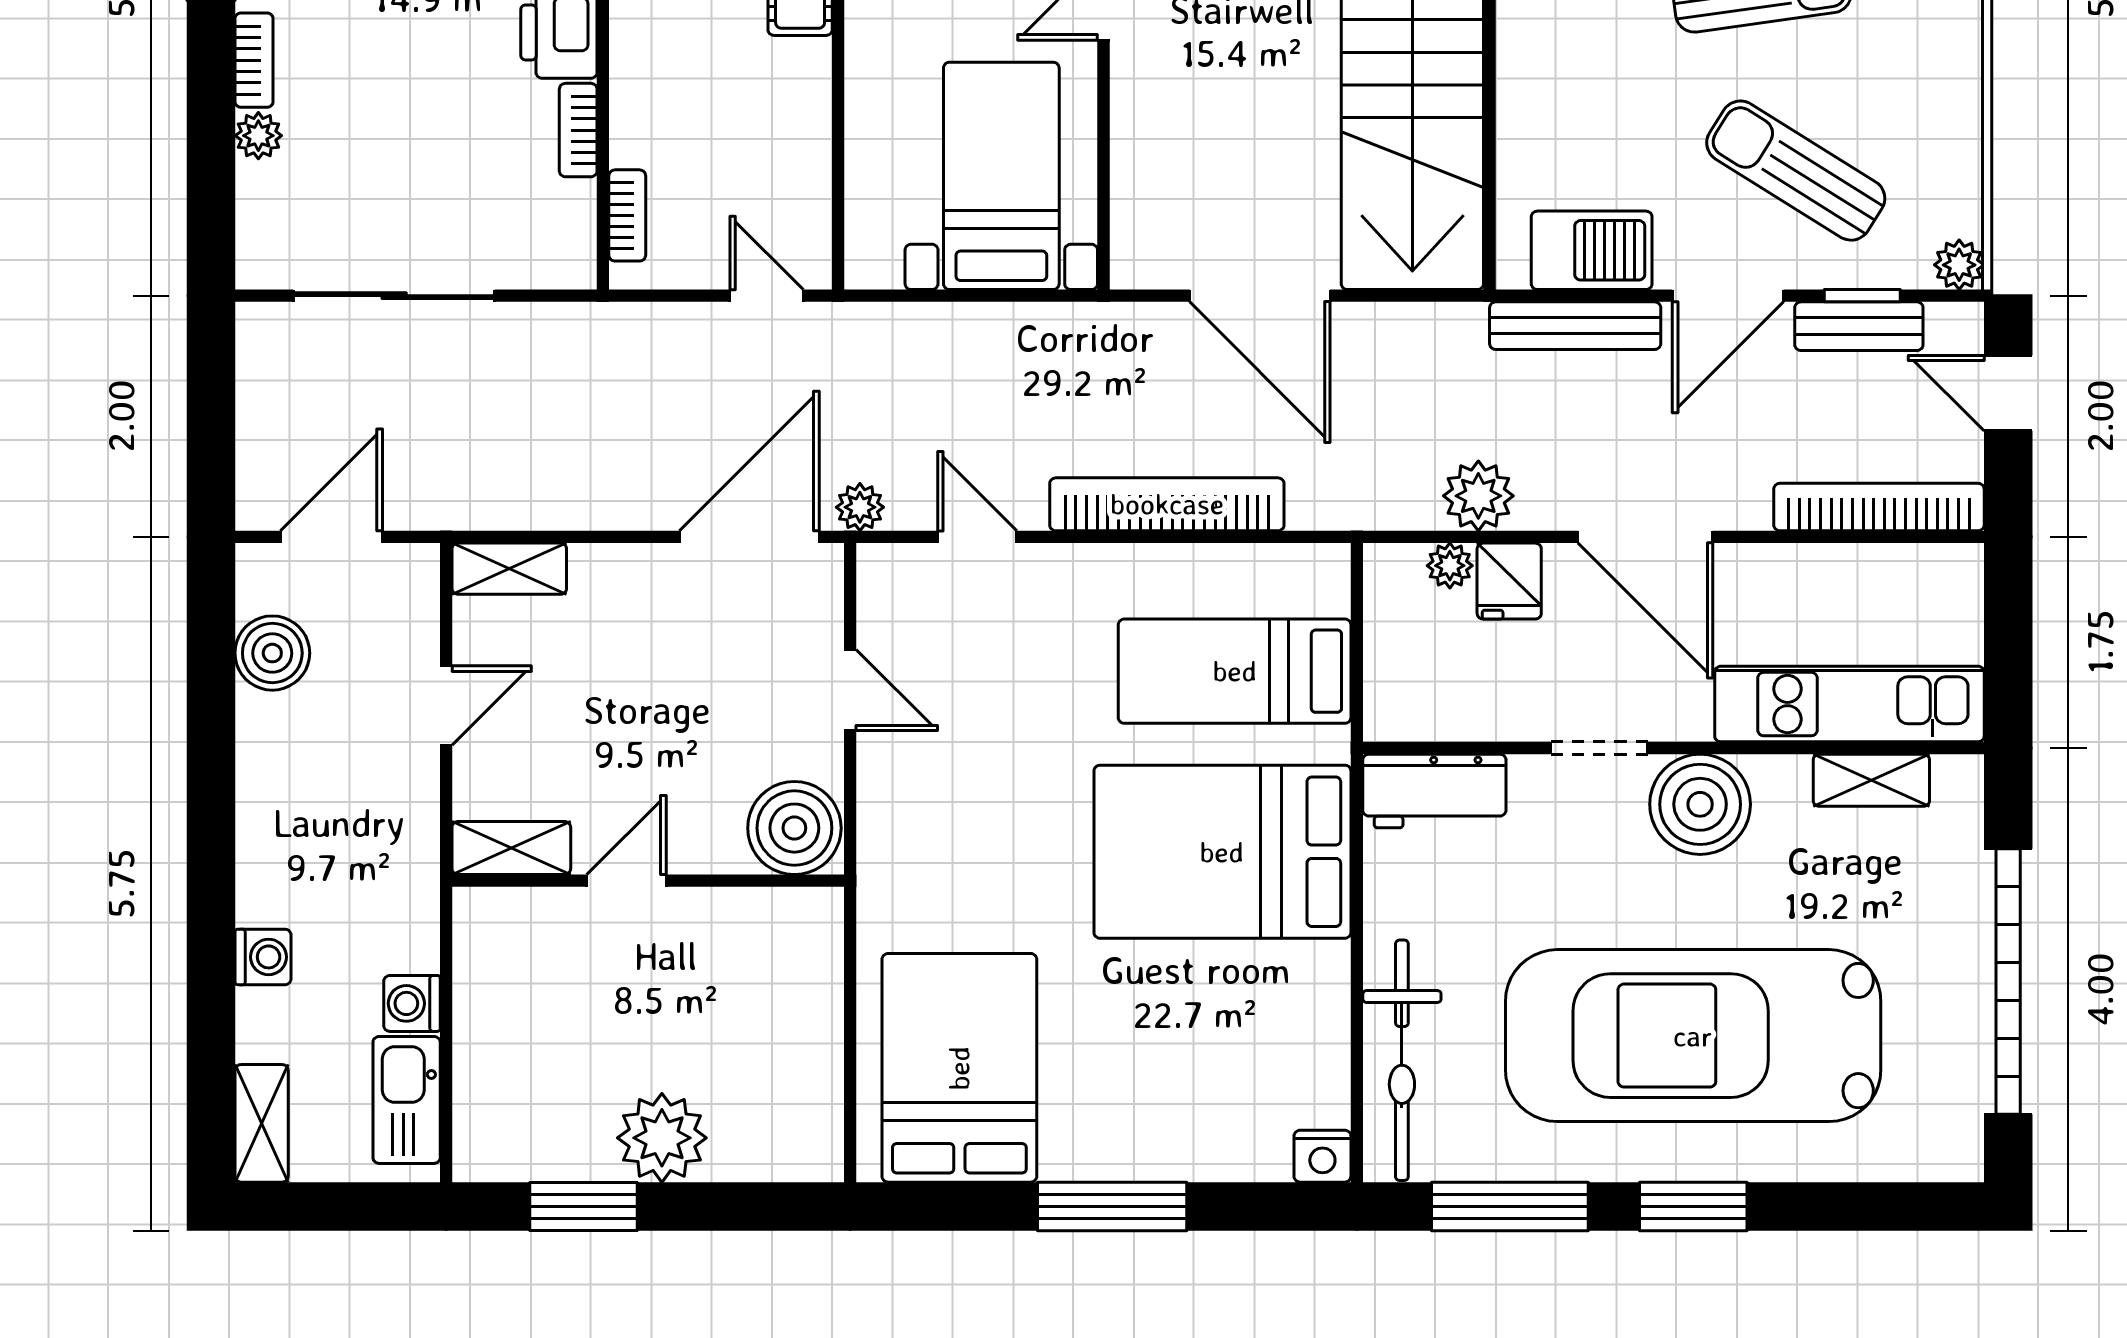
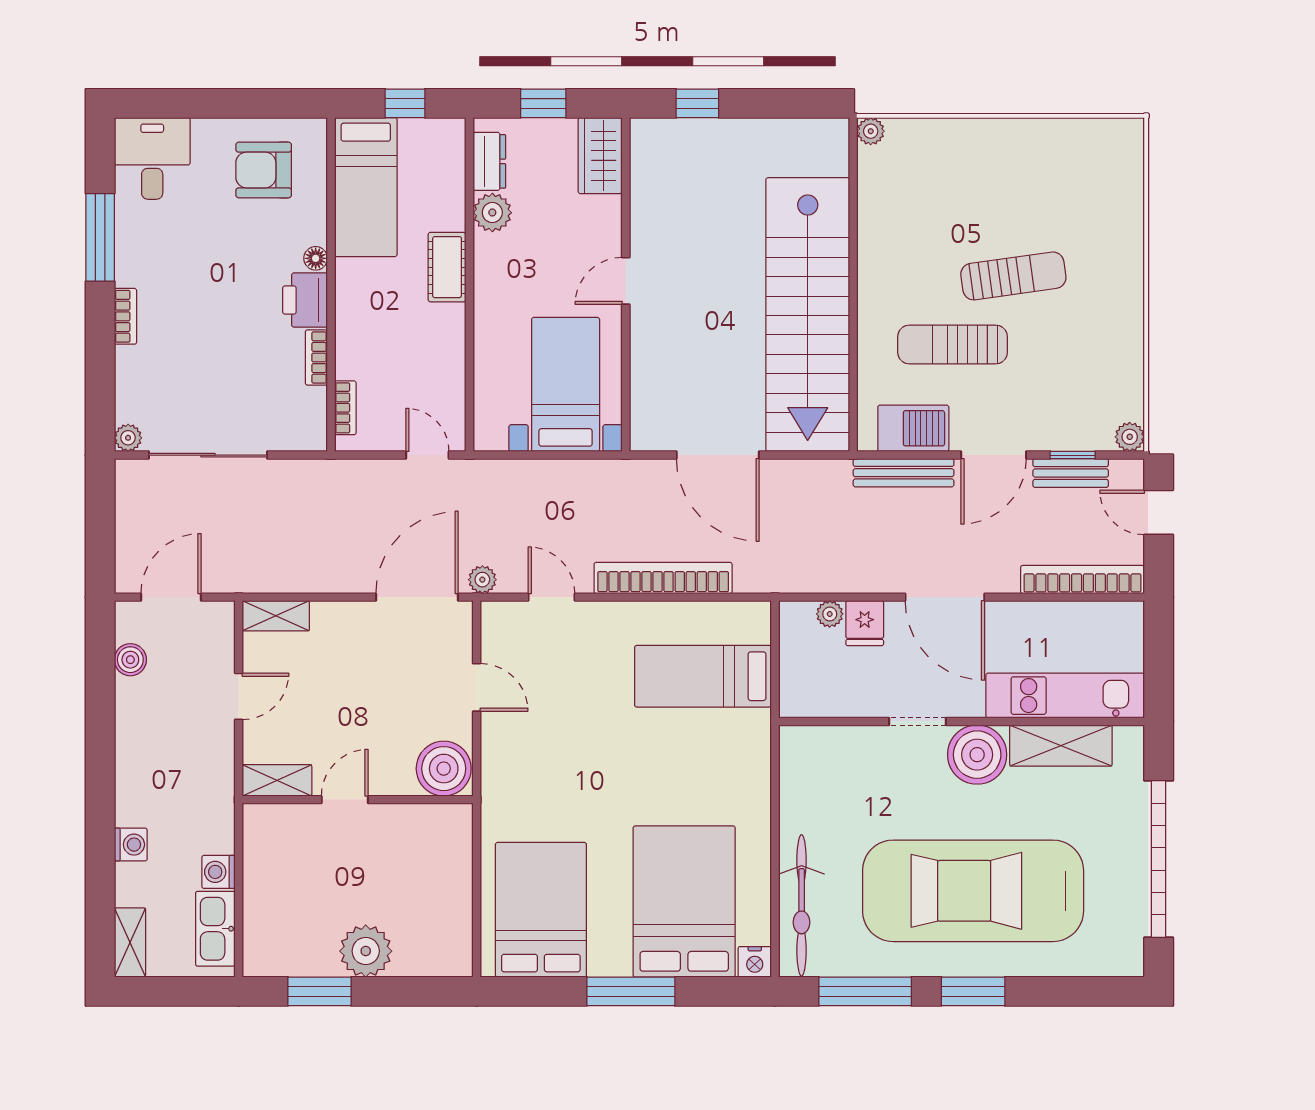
plant: (258, 136) -> (128, 438), moved
sun lounger: (1796, 171) -> (953, 345), moved, turned -32
plant: (1478, 496) -> (847, 573), removed
boiler: (272, 653) -> (130, 660), width x0.73, depth x0.73
shelving: (1871, 780) -> (1061, 746), width x1.50, depth x1.33
workbench: (1434, 791) -> (821, 747), removed
bed: (1222, 852) -> (684, 902), moved, turned 90

